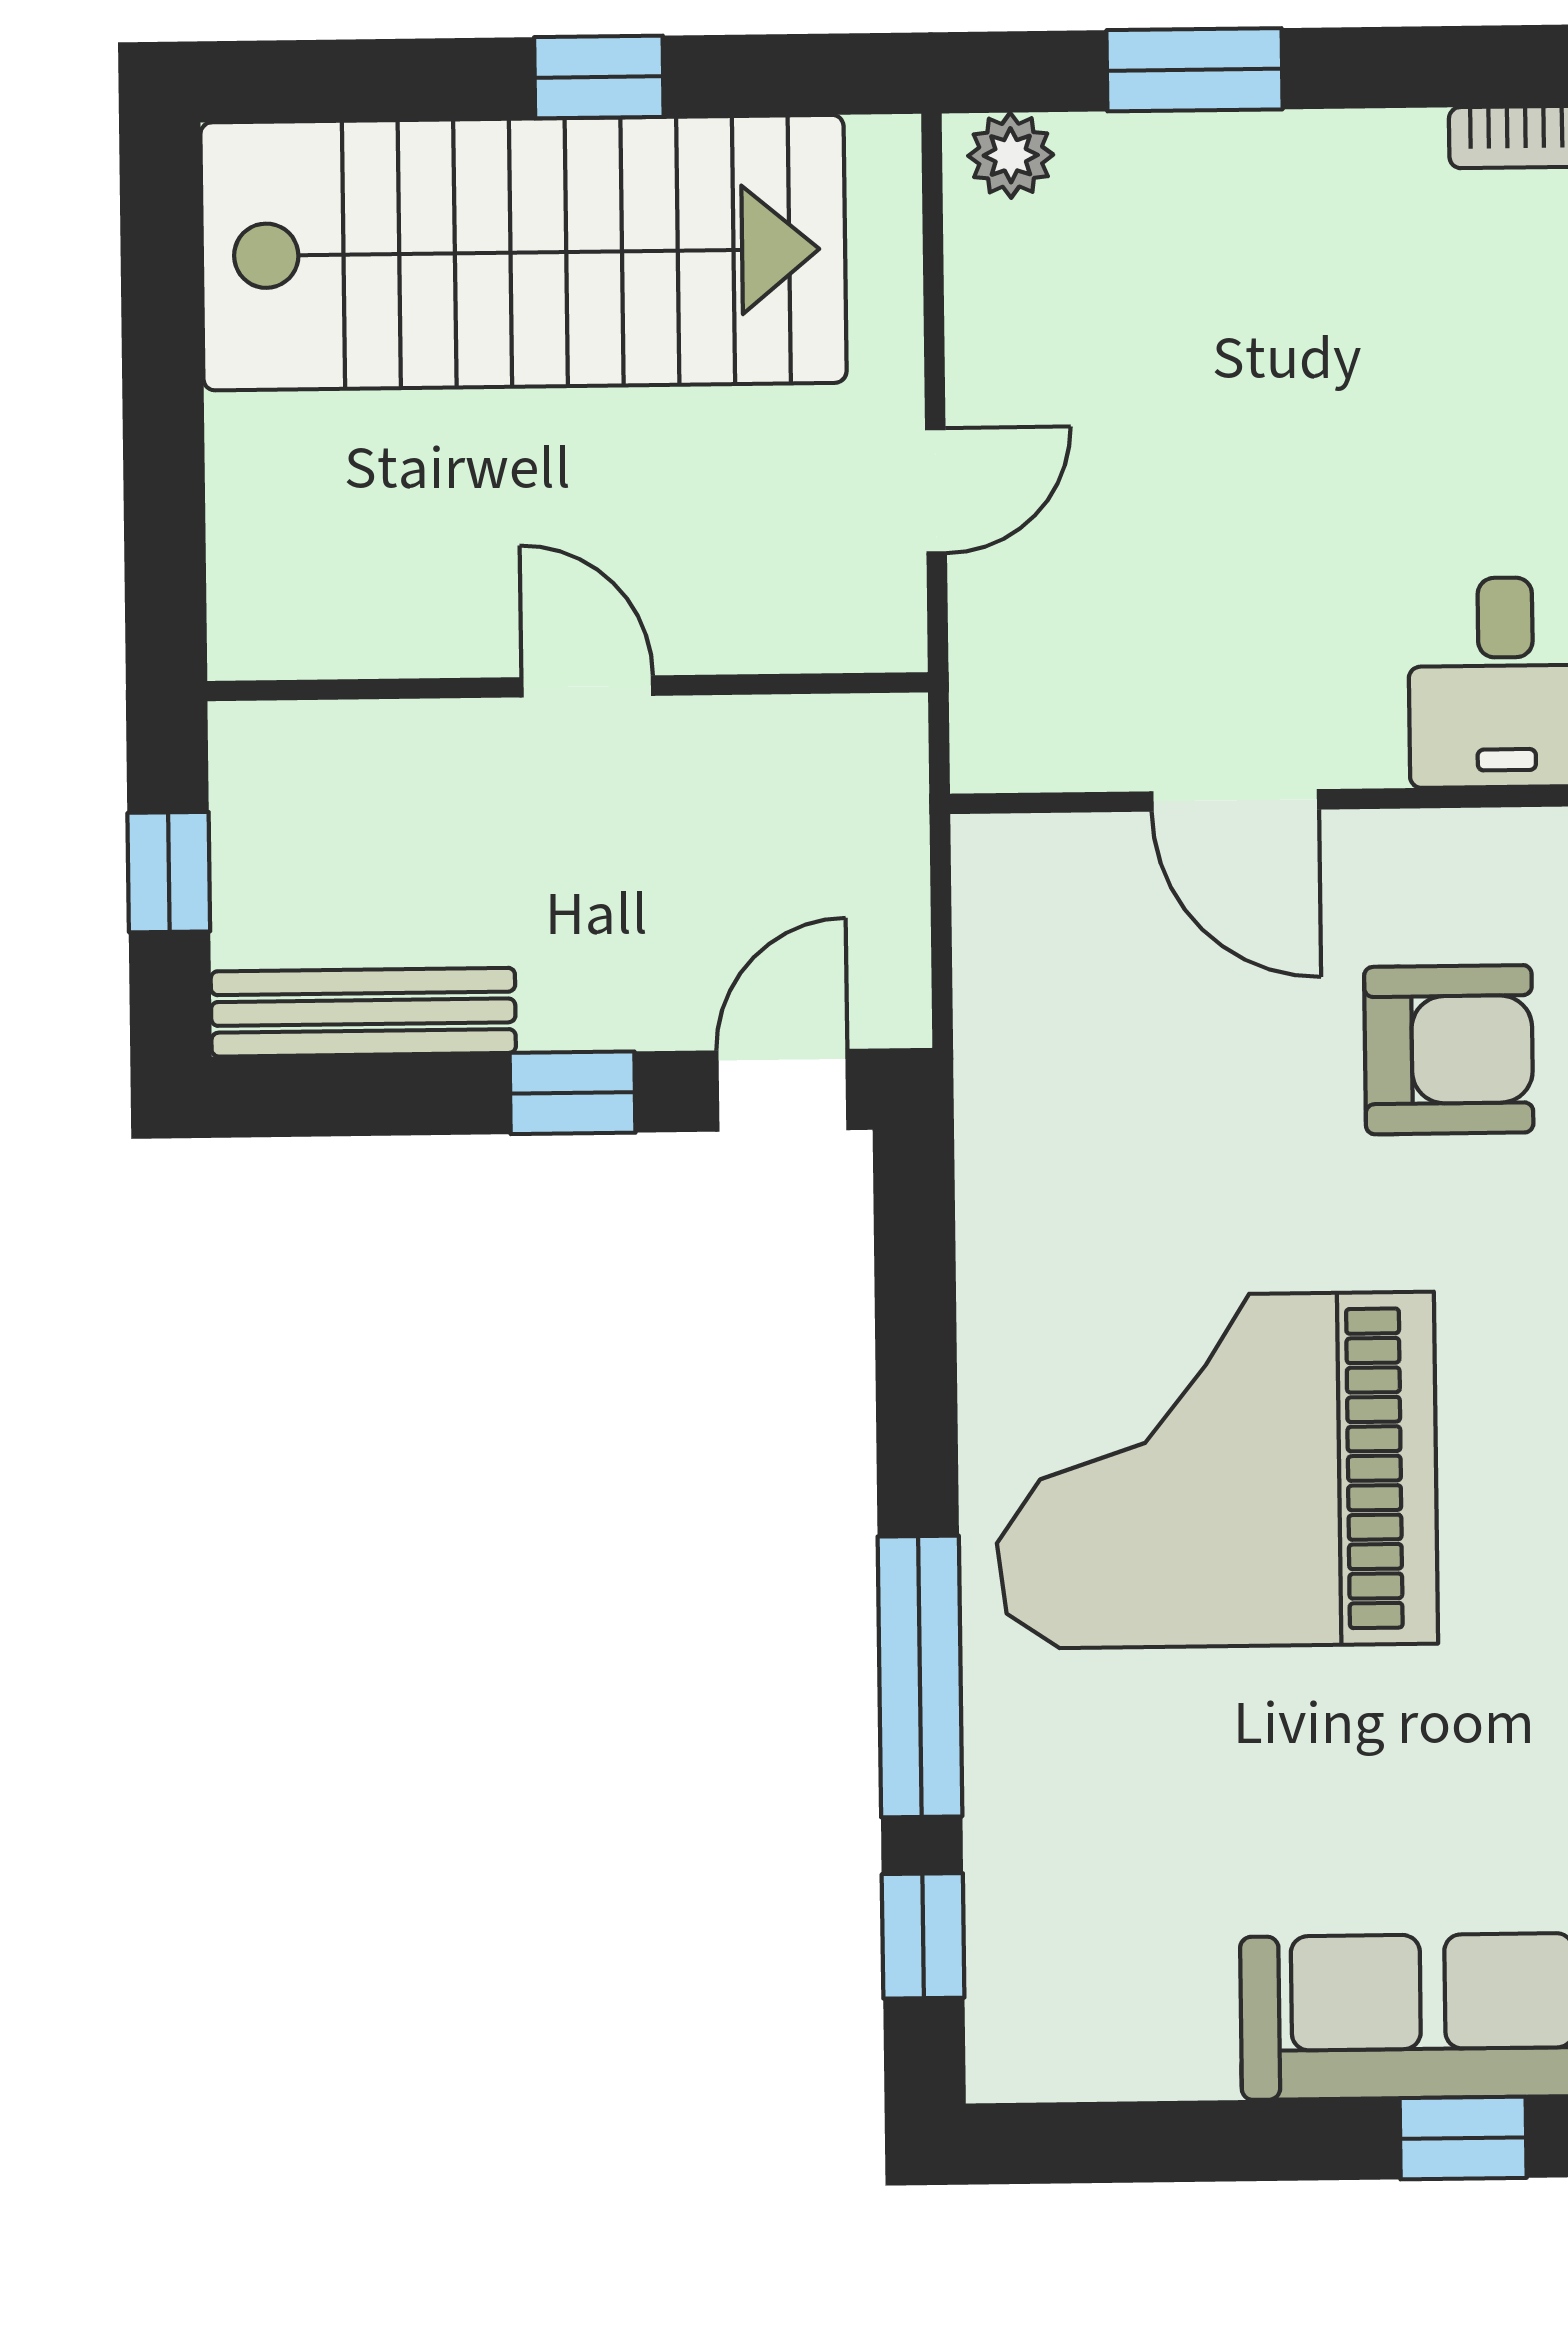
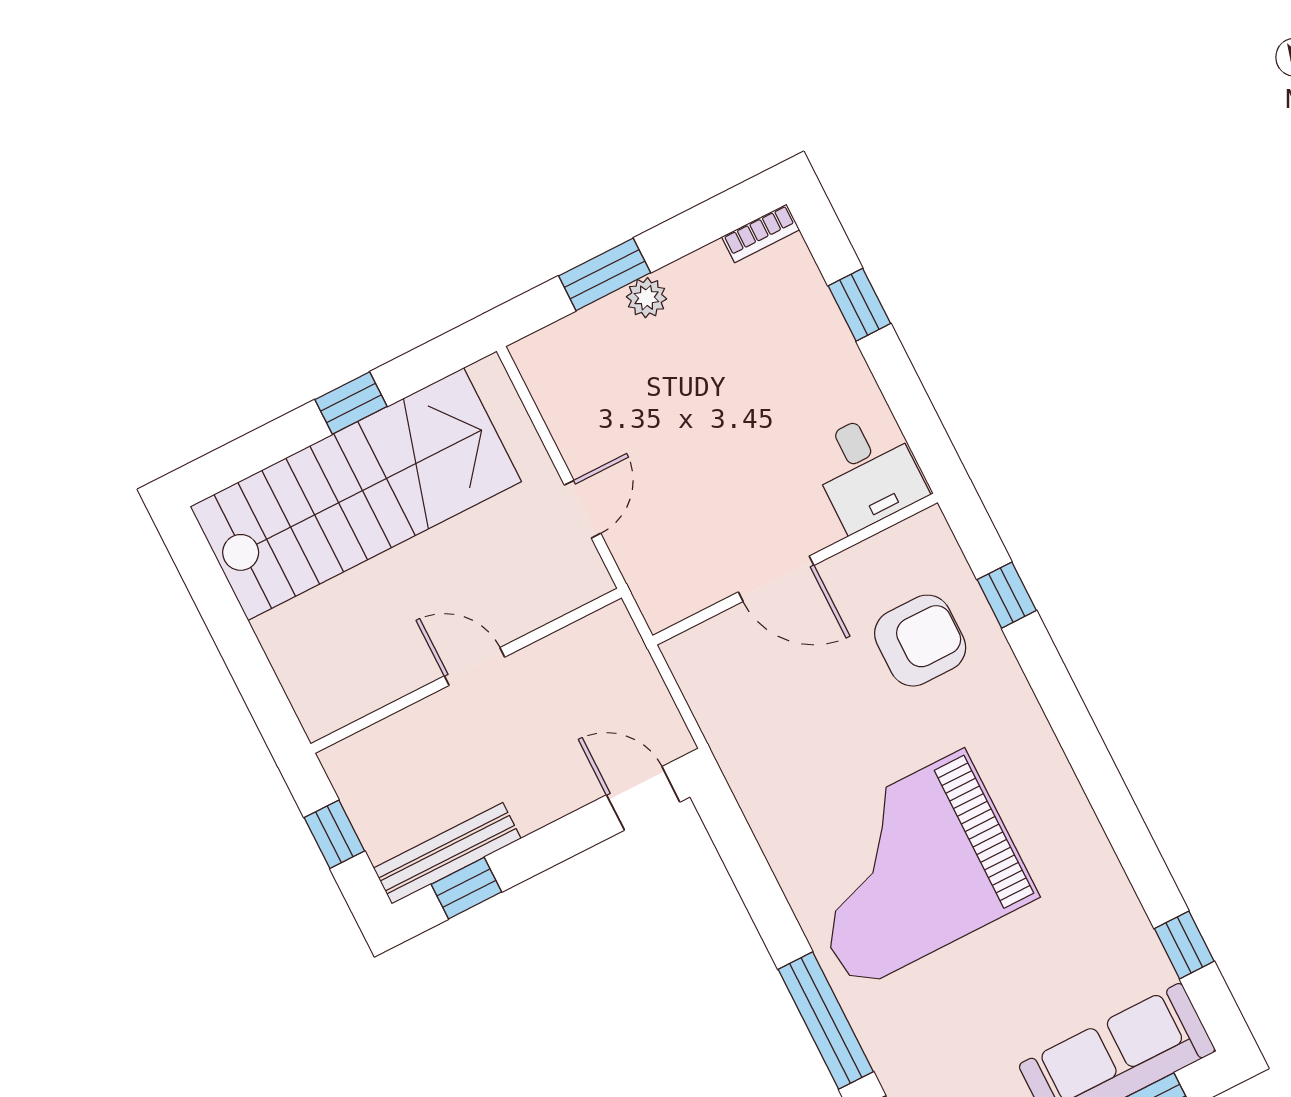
plant: (1011, 155) -> (646, 298), moved
door: (782, 1090) -> (643, 798), hinge flipped
window: (573, 1093) -> (466, 888), moved

